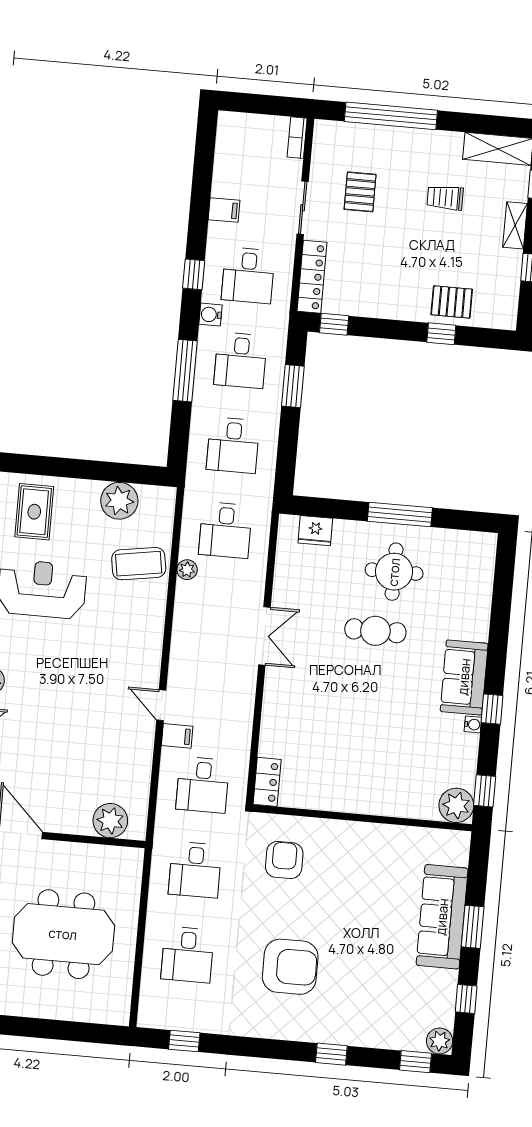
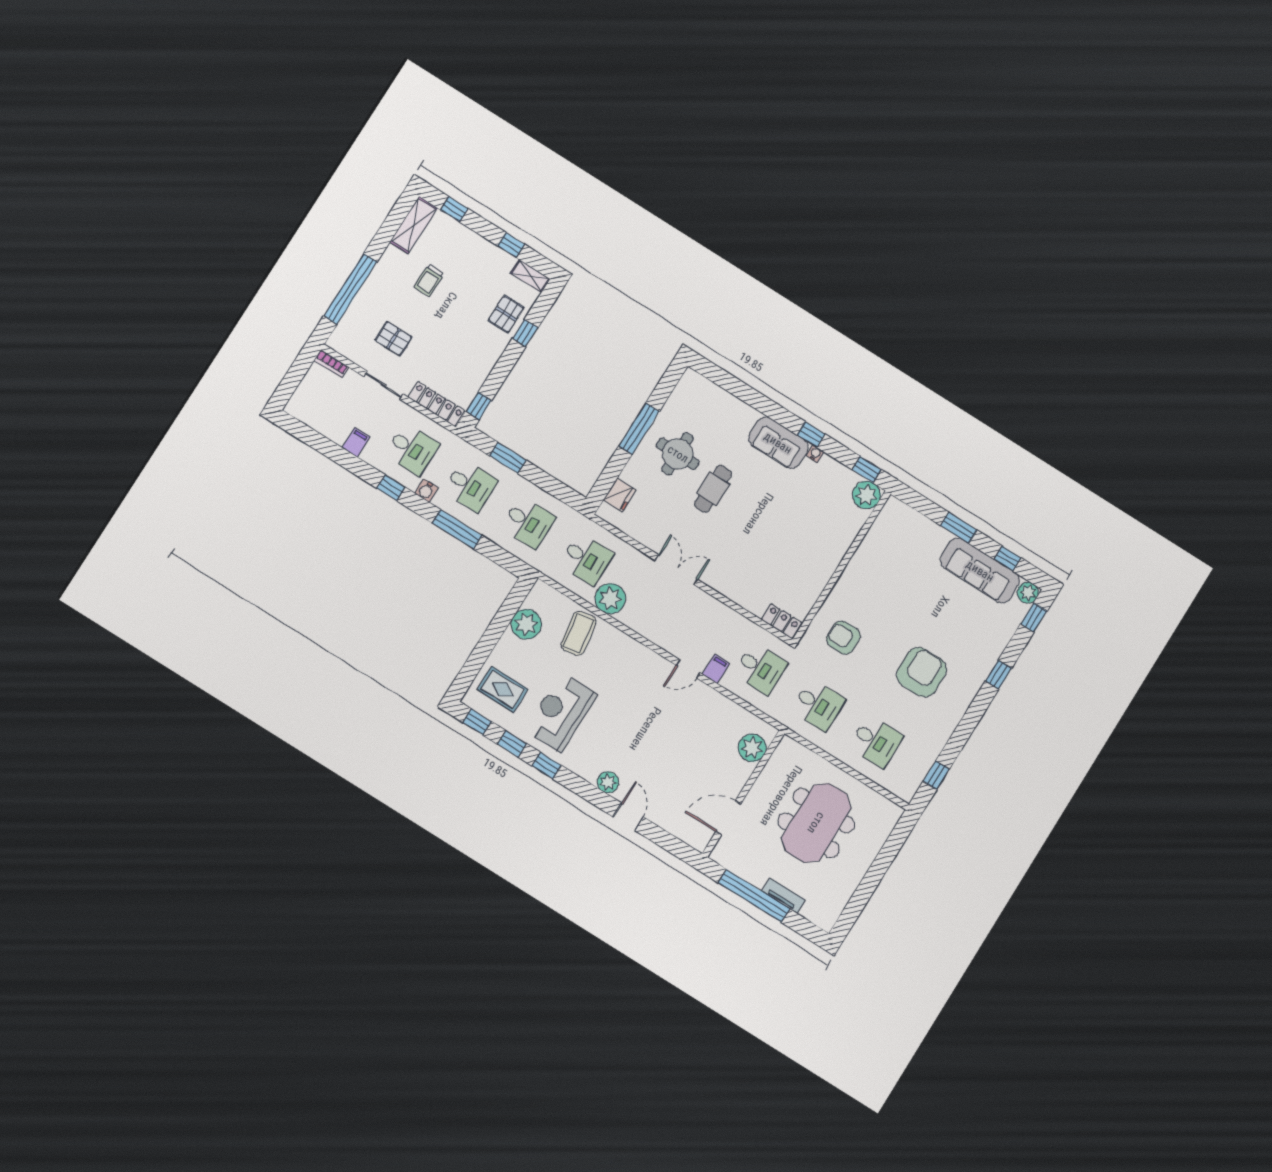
shelving: (515, 225) -> (530, 276), moved
plant: (187, 570) -> (610, 599), width x1.88, depth x1.88
sofa: (442, 917) -> (980, 571), moved

